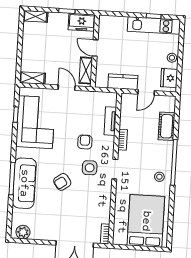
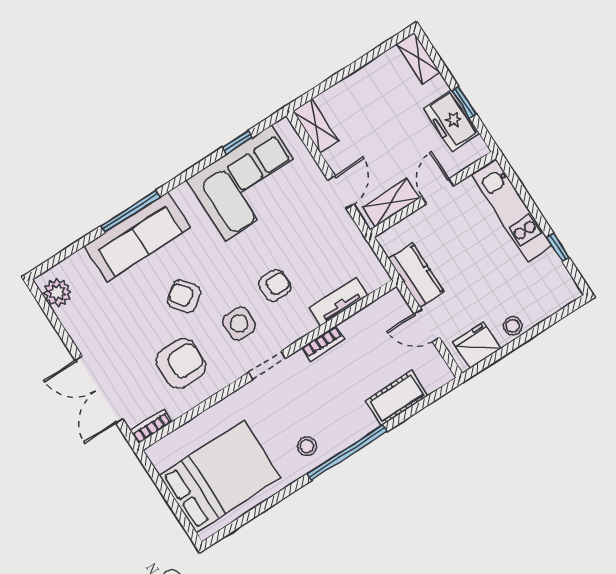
freezer: (82, 22) -> (451, 121), moved
kitchen unit: (154, 25) -> (512, 210), moved
armchair: (88, 203) -> (181, 363), added

